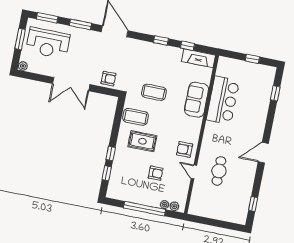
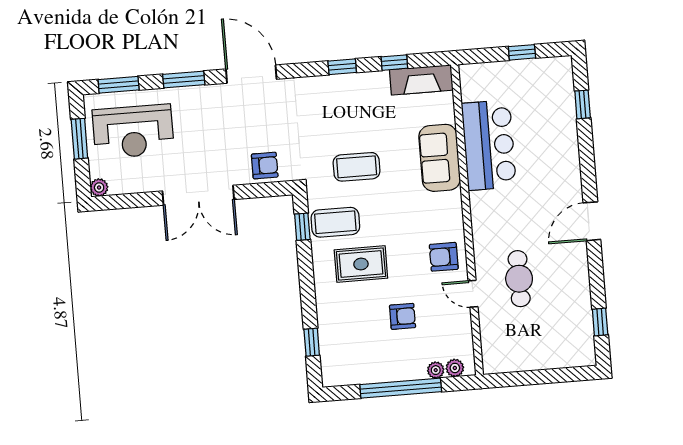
window: (111, 153) -> (302, 227), moved

